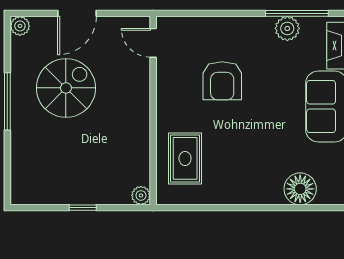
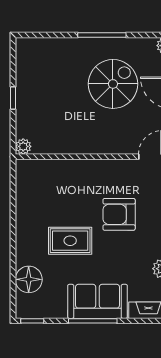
spiral stairs: (66, 88) -> (113, 84), turned -90
rug: (185, 158) -> (70, 241), moved

